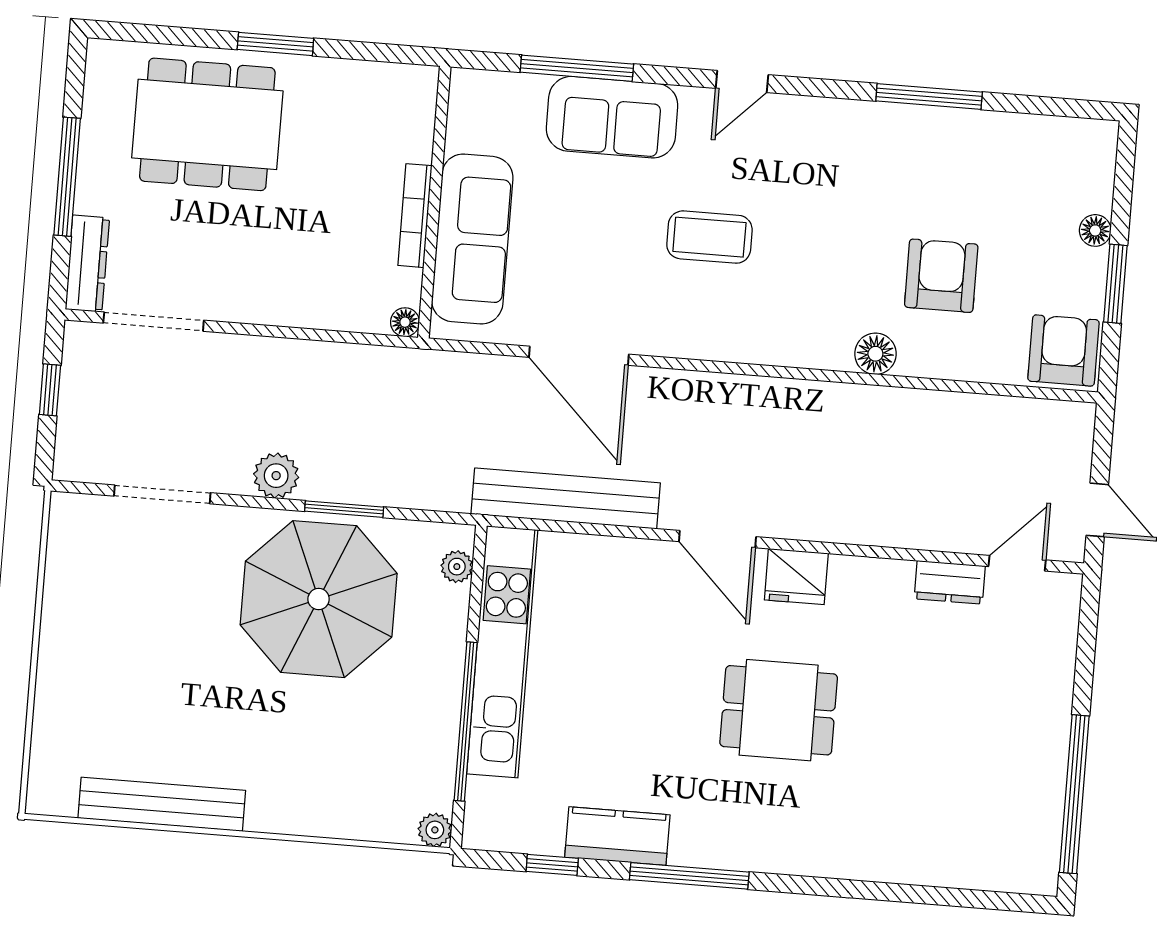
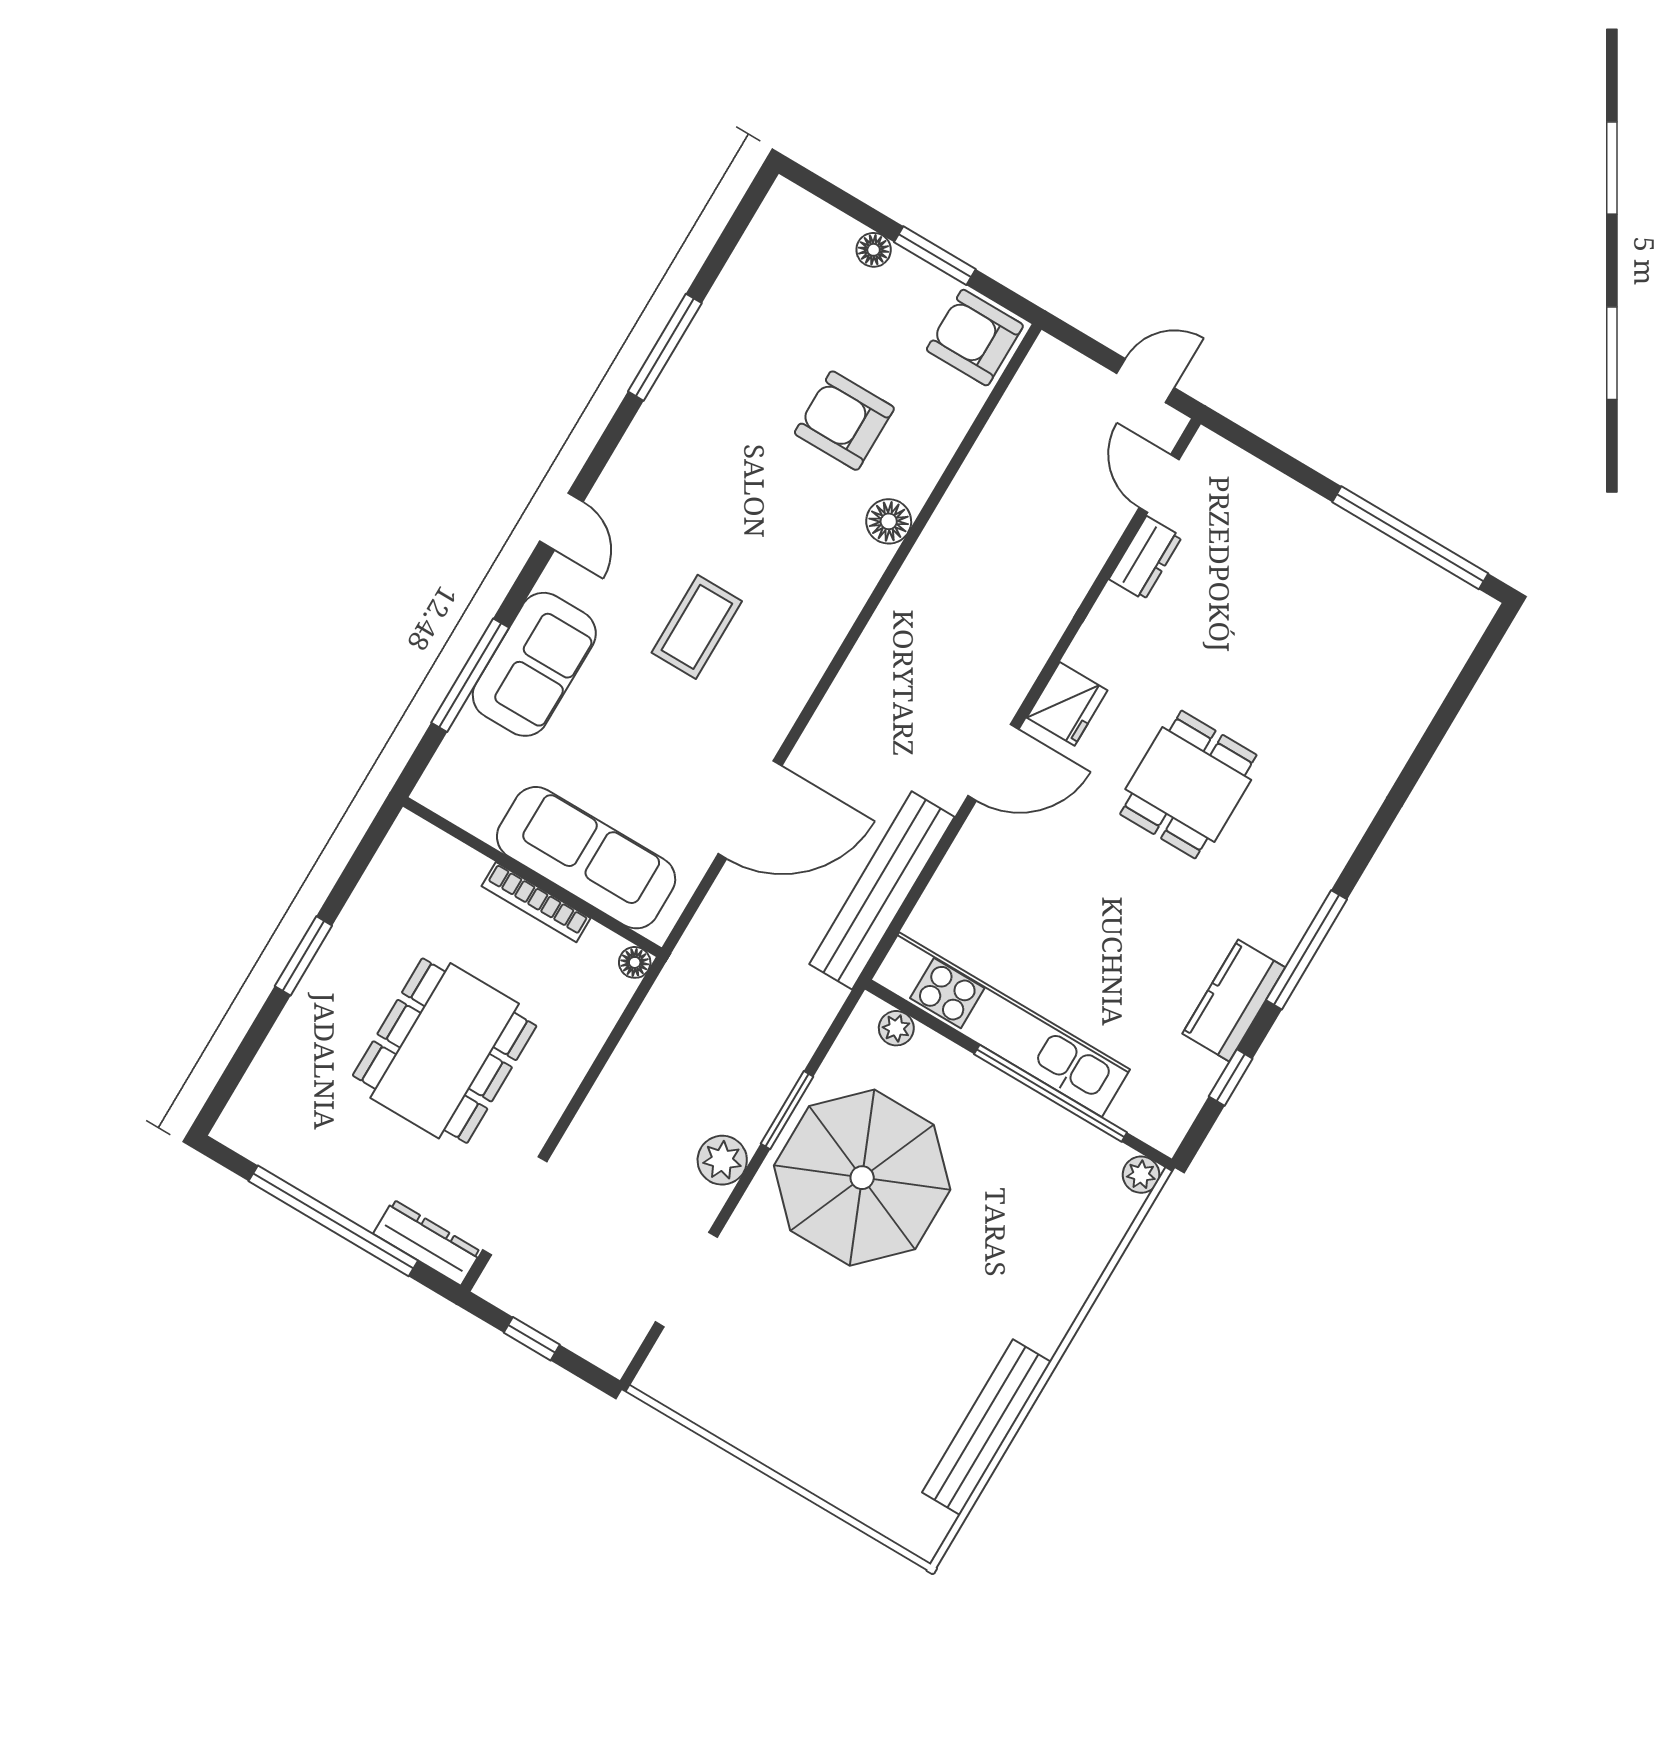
dining table: (207, 124) -> (445, 1051), moved
window: (67, 177) -> (333, 1221), width x1.46

